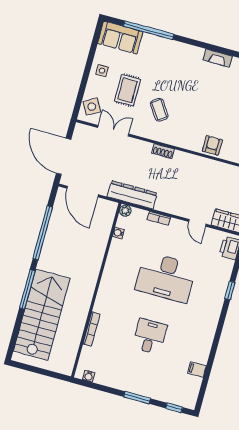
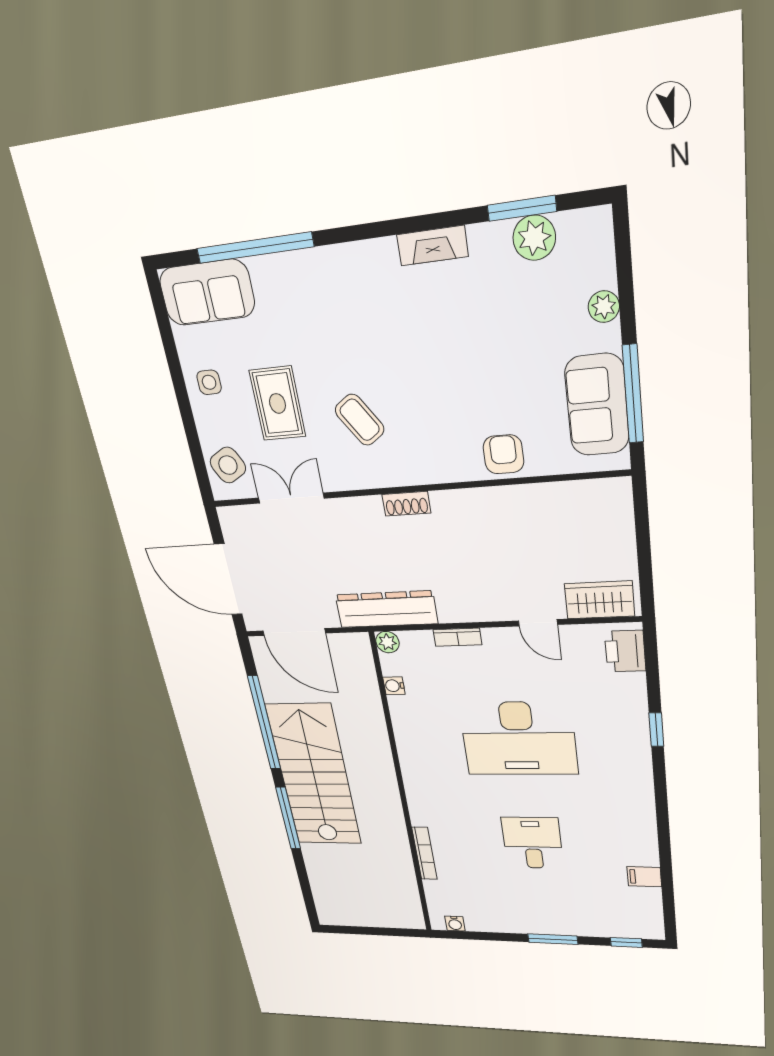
stairs: (42, 315) -> (314, 775), moved

